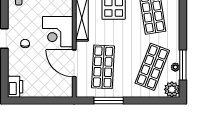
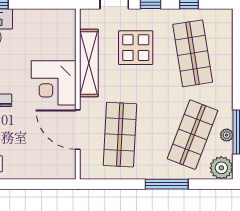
window: (109, 101) -> (167, 184), moved

